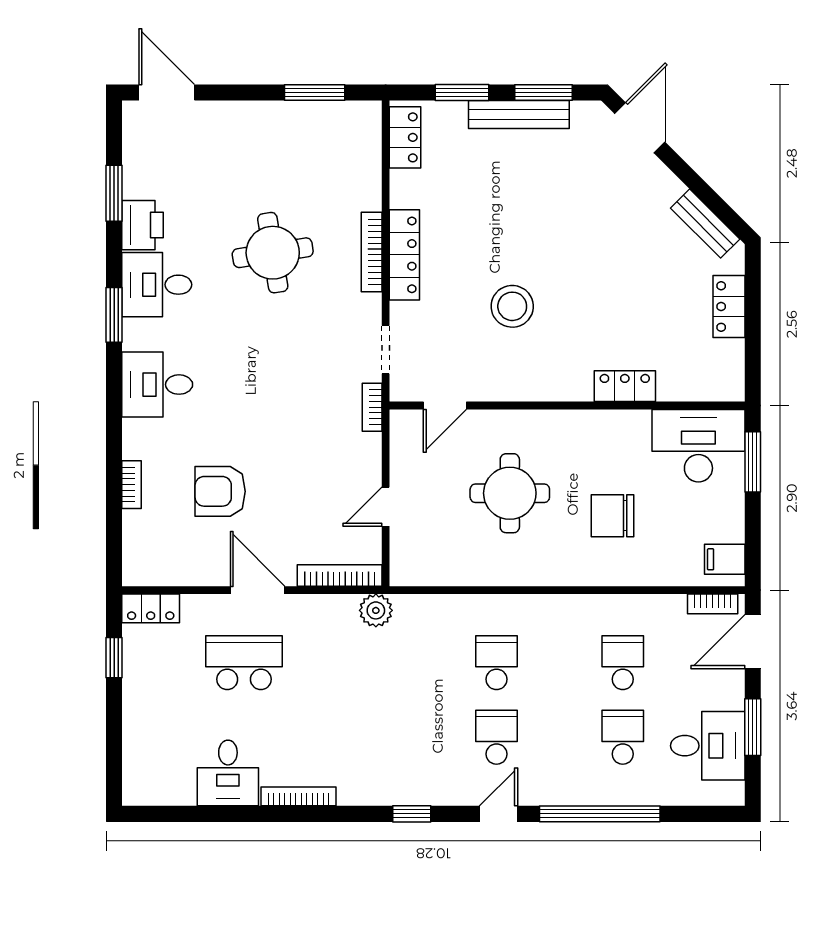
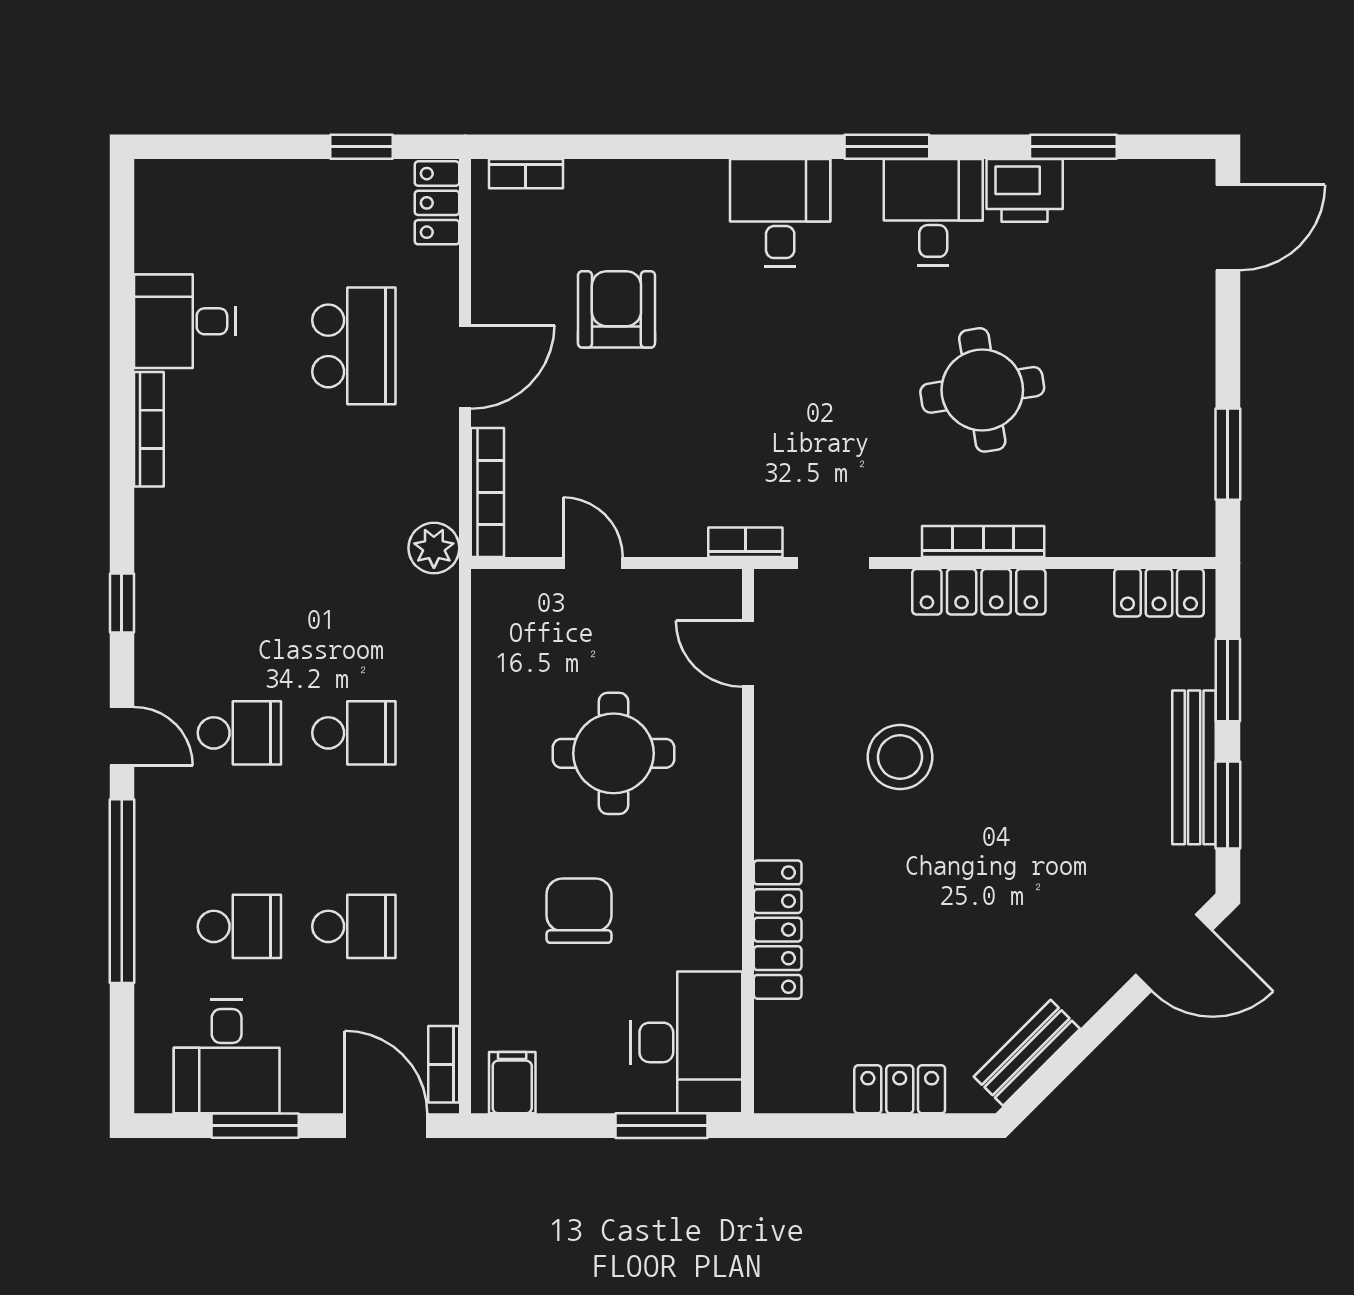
locker: (625, 386) -> (778, 930), width x1.53
bookcase: (132, 485) -> (526, 174), moved

